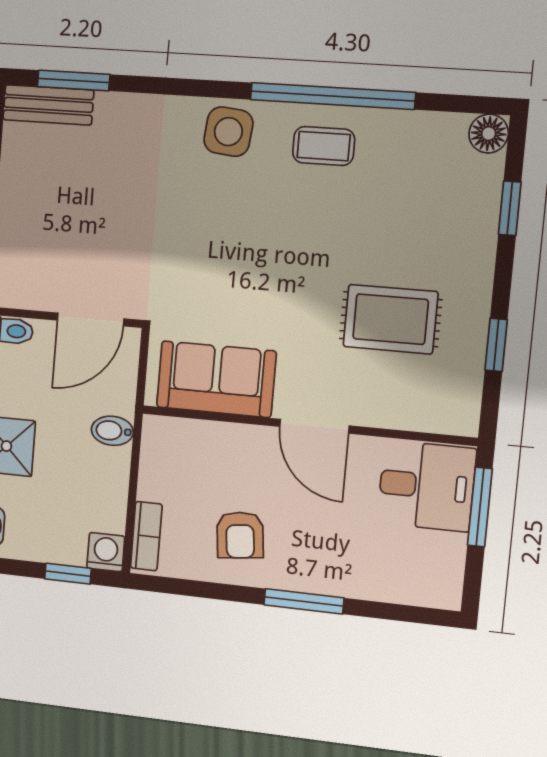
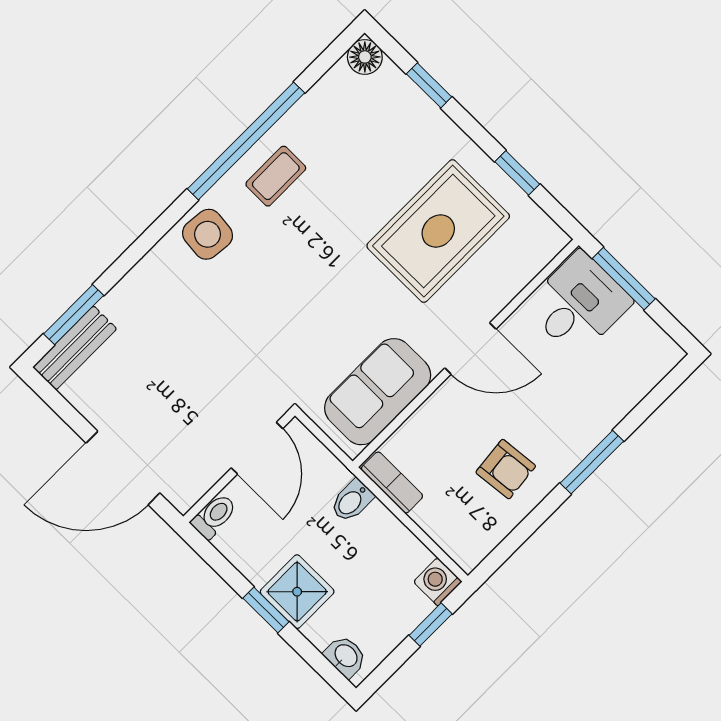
rug: (391, 319) -> (438, 231), width x1.36, depth x1.43
bookcase: (146, 536) -> (392, 482), moved

